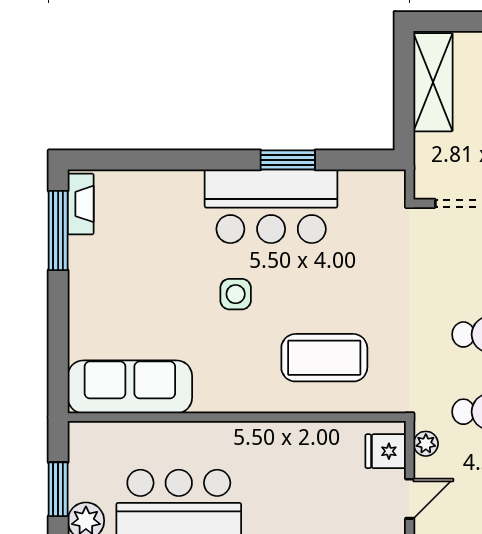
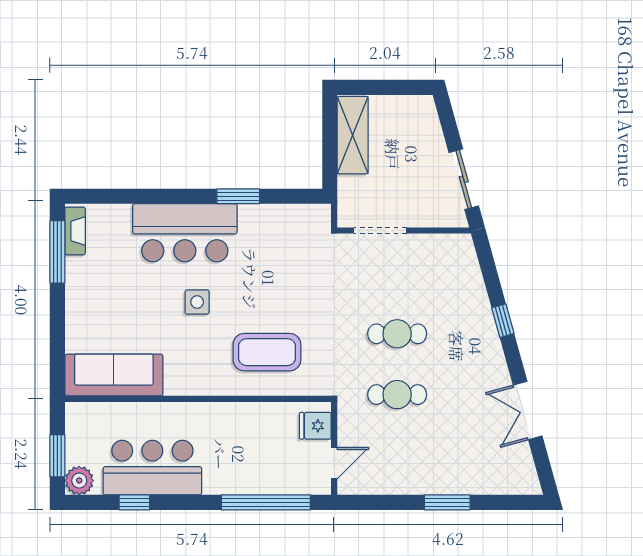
bar counter: (271, 206) -> (185, 233), moved
plant: (426, 444) -> (347, 420), removed

